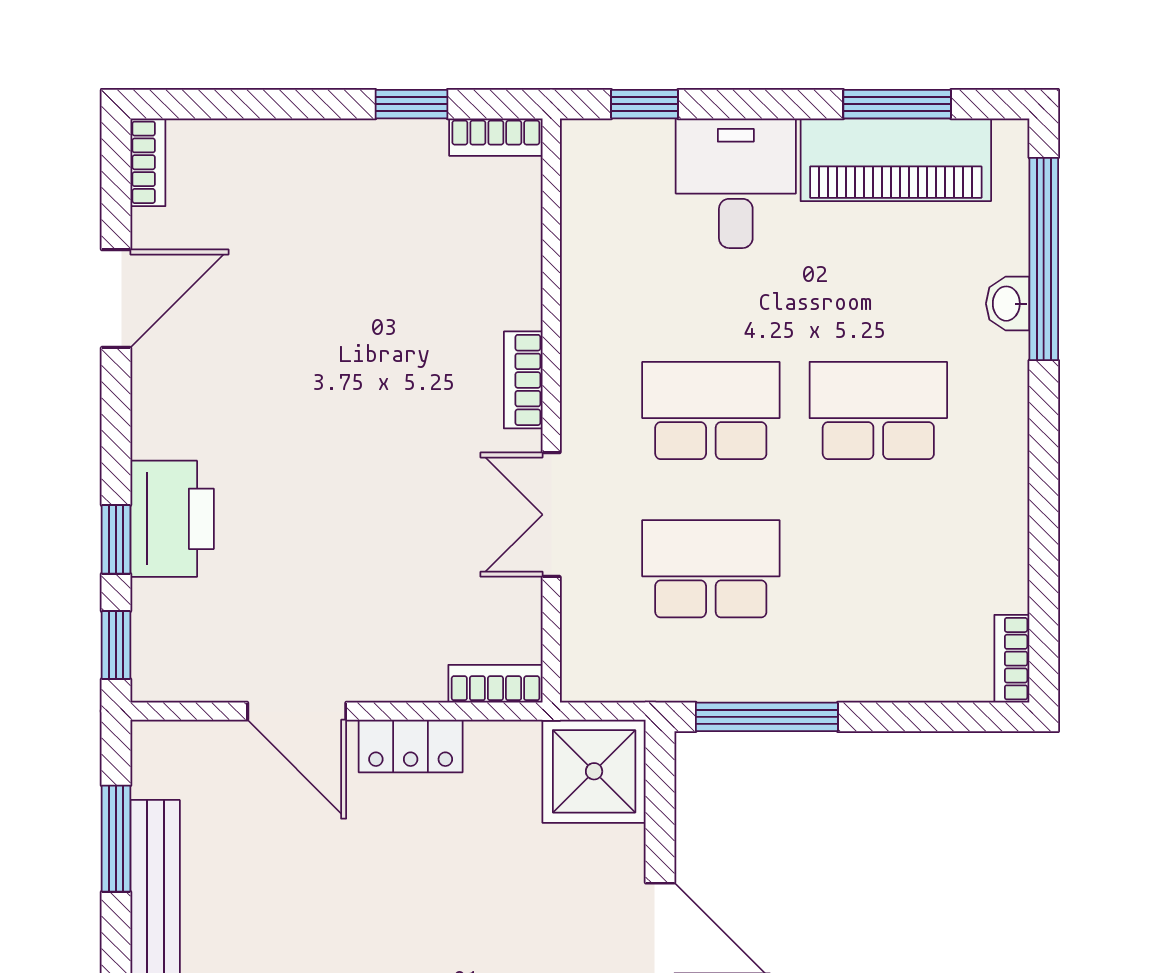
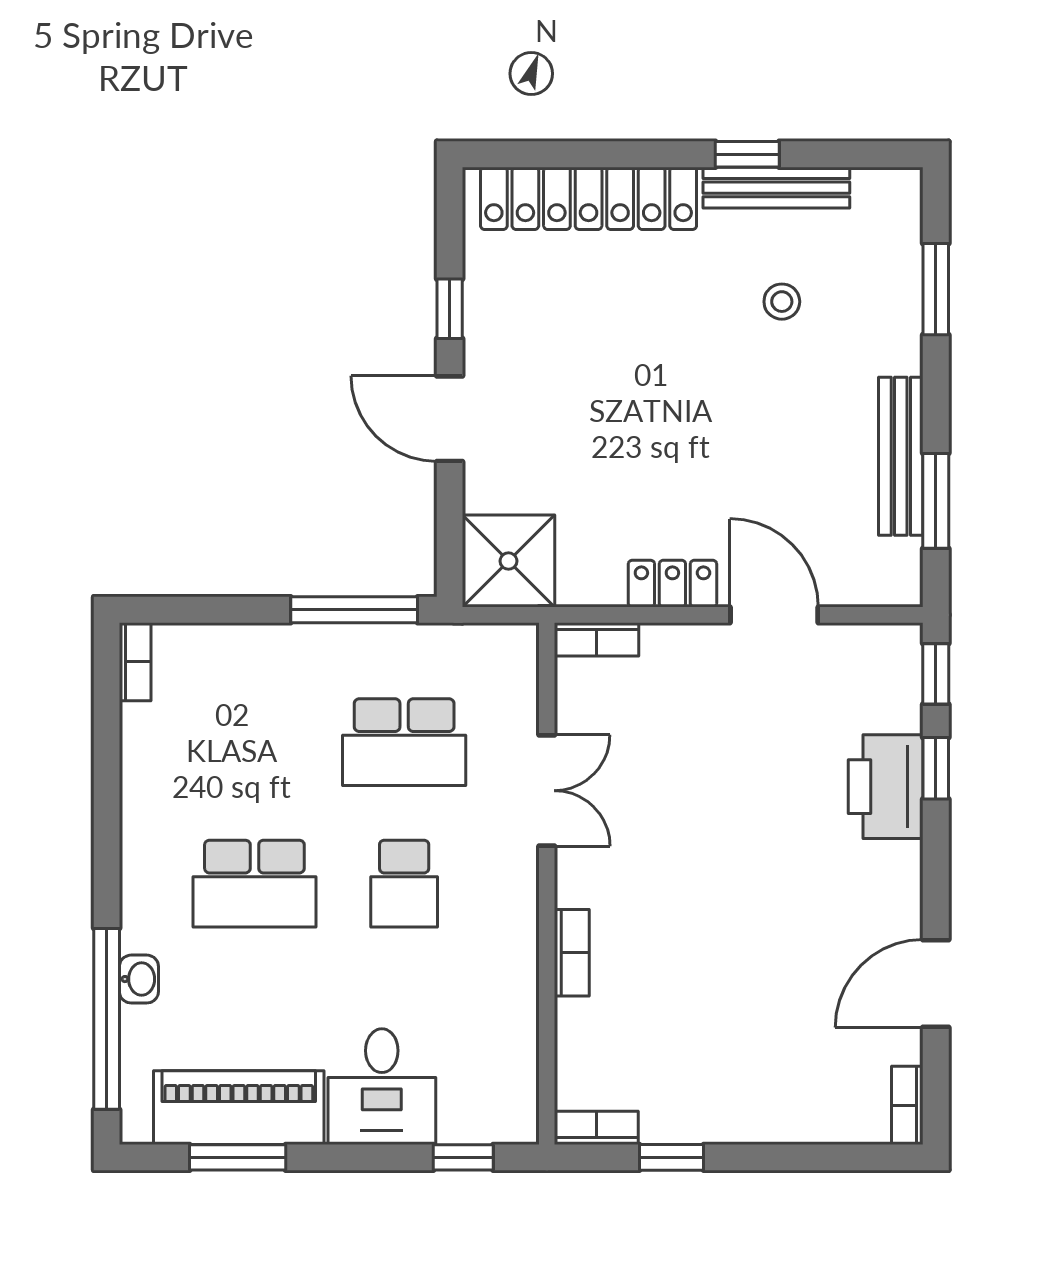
bookcase: (523, 380) -> (572, 953), moved
school desk: (711, 410) -> (404, 884), width x0.54

